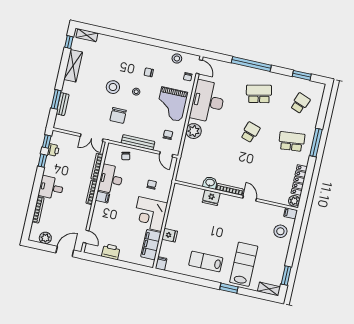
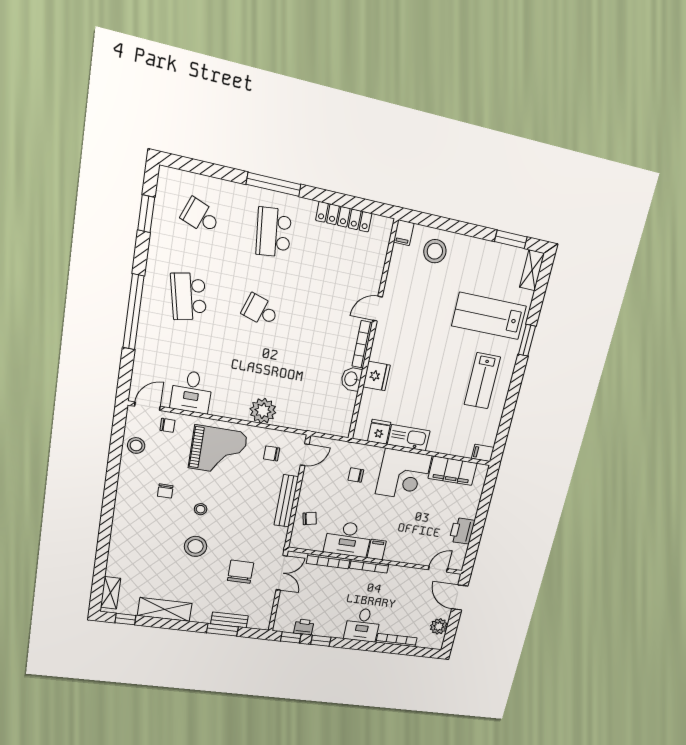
desk: (208, 101) -> (192, 392), width x0.53, depth x0.77
chair: (118, 115) -> (241, 572), moved, turned -90
plant: (294, 201) -> (382, 226), removed
kitchen sink: (173, 217) -> (409, 438), added
fridge: (170, 235) -> (379, 432), moved

